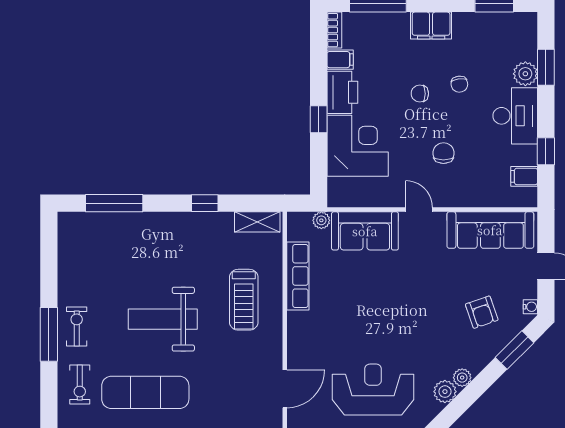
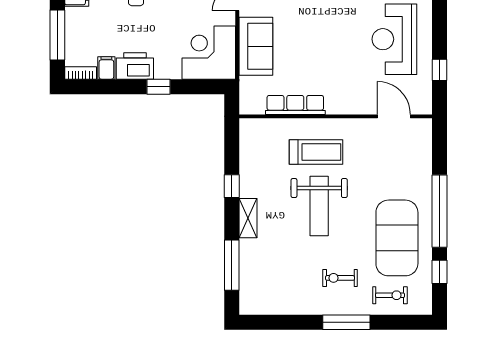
corner desk: (358, 146) -> (209, 53), moved
plant: (321, 220) -> (247, 84), removed
shelving: (257, 222) -> (248, 218), moved
weight bench: (163, 319) -> (319, 206), moved
exercise bike: (77, 326) -> (340, 278), moved
exercise mat: (145, 392) -> (397, 238), width x1.47

